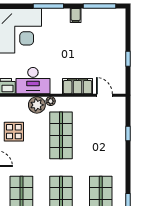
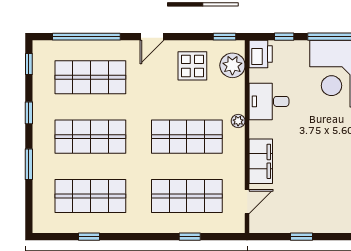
desk: (33, 81) -> (269, 101), width x0.73
plant: (37, 105) -> (232, 65), moved
shop shelf: (101, 135) -> (187, 196), added

